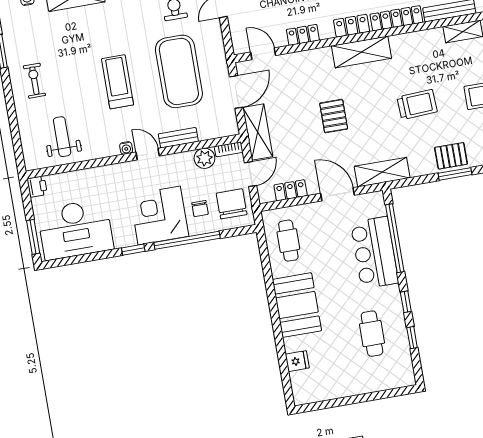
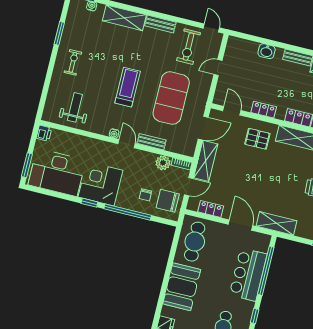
pallet: (334, 116) -> (257, 139), moved, turned 90
chair: (232, 204) -> (168, 201), turned -90
corner desk: (159, 215) -> (100, 184), moved
cafe table: (288, 241) -> (195, 242), width x1.37, depth x1.35

